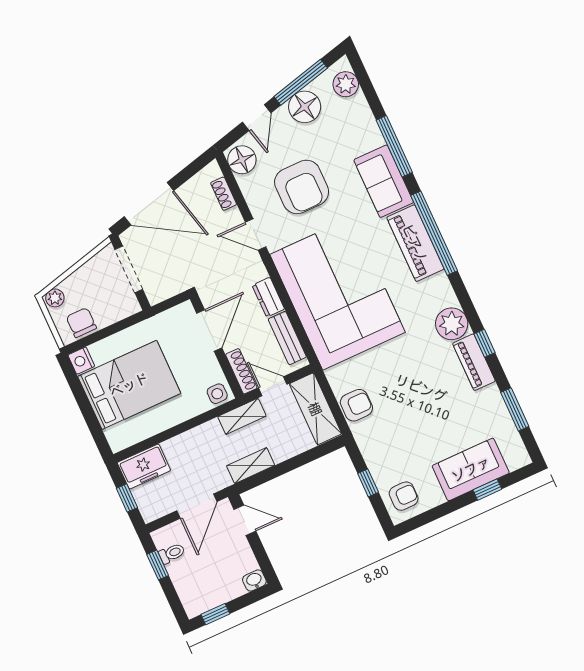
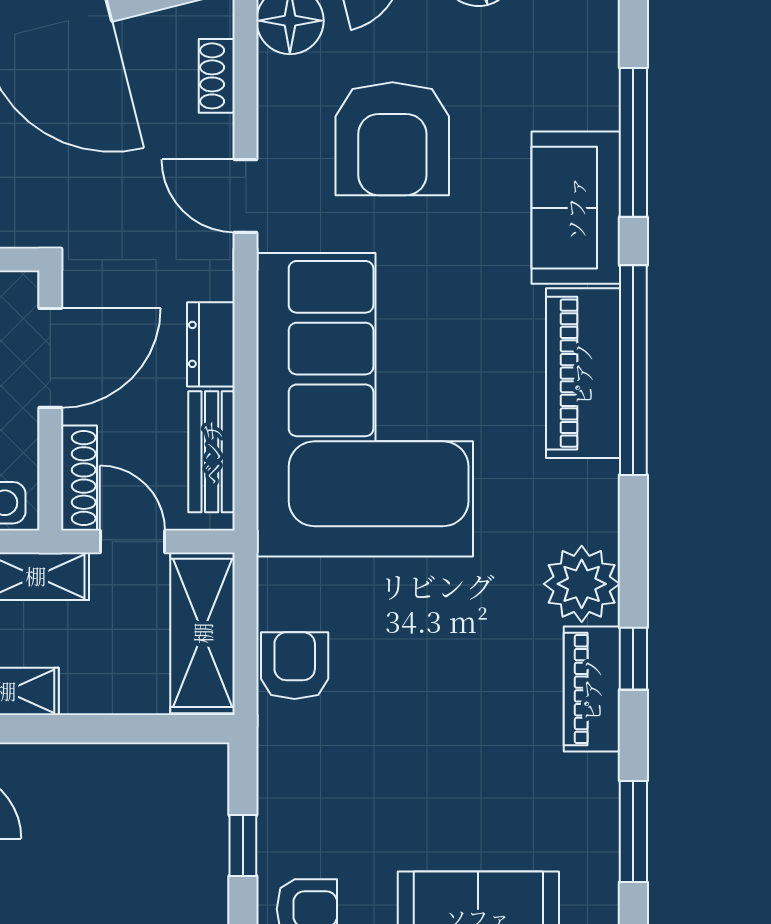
armchair: (356, 405) -> (295, 666), turned -90

